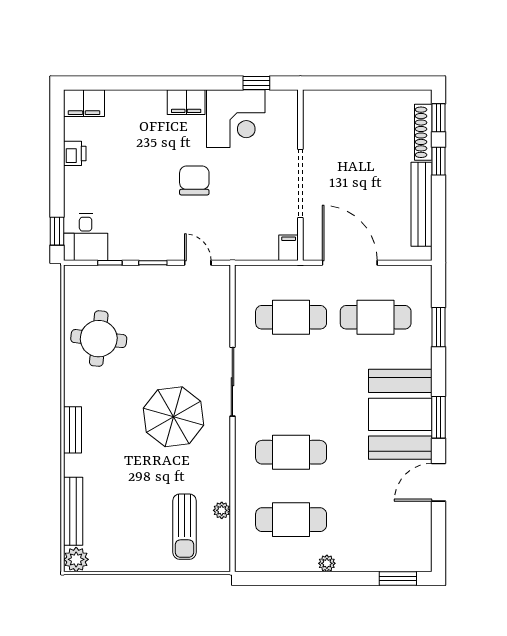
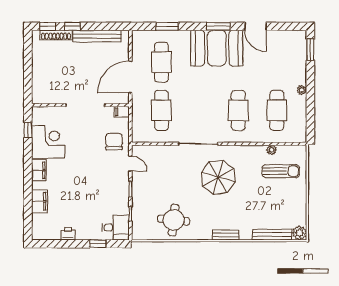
filing cabinet: (84, 103) -> (39, 201), moved
chair: (194, 180) -> (114, 142), moved, turned 90
window: (57, 231) -> (98, 244), moved
door: (198, 263) -> (130, 164), swing flipped

